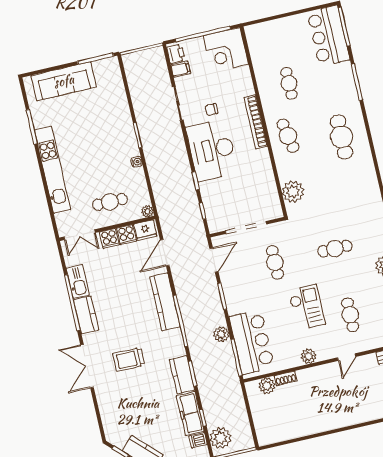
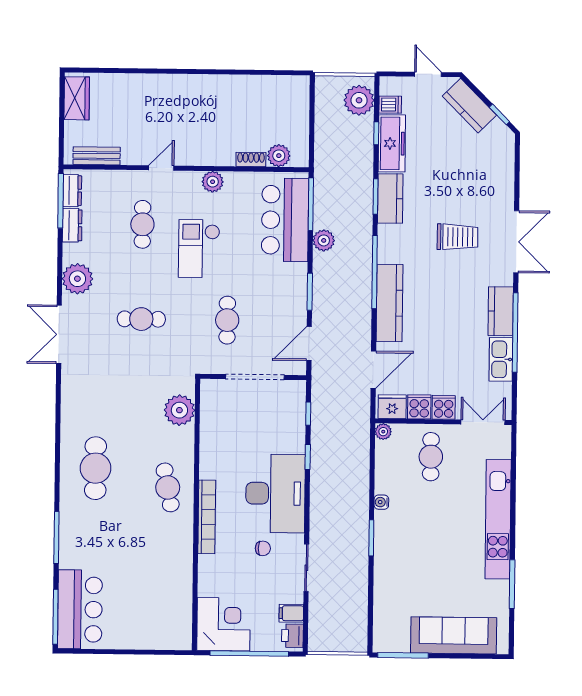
cafe table: (289, 83) -> (149, 558), removed
cafe table: (110, 202) -> (431, 457), turned 90

